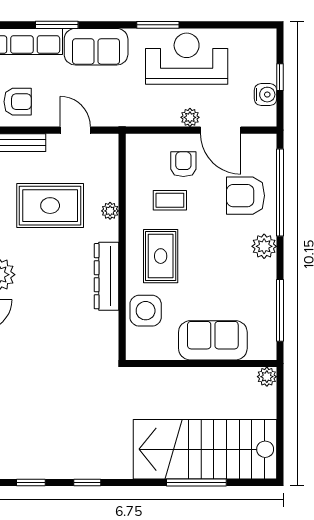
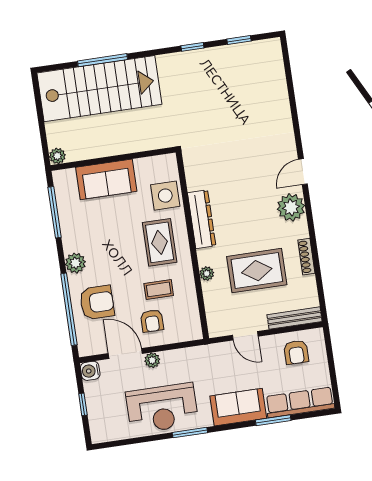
water cooler: (266, 95) -> (90, 371), moved
armchair: (18, 102) -> (296, 352), turned -90

